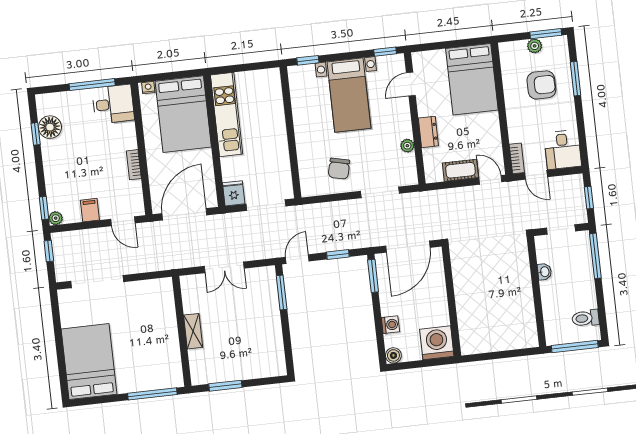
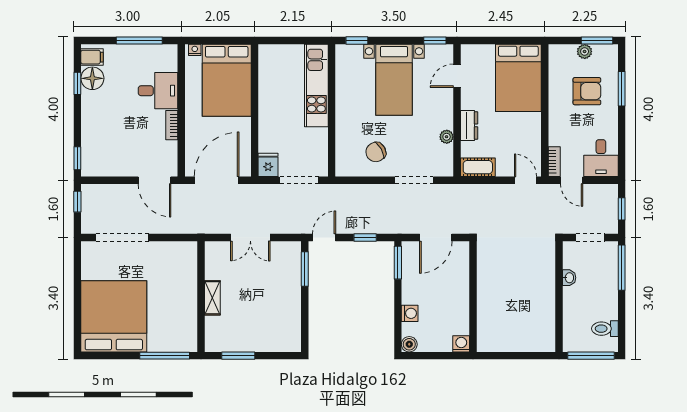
desk: (113, 104) -> (158, 91), moved
kitchen unit: (227, 115) -> (316, 85), moved, turned 180
chair: (339, 169) -> (376, 152), turned 48
cot: (460, 170) -> (478, 167), moved
filing cabinet: (90, 210) -> (92, 57), moved, turned 90
plant: (56, 218) -> (88, 170), removed
door: (123, 221) -> (154, 180), width x1.38
door: (408, 247) -> (436, 237), width x0.73
washing machine: (437, 343) -> (461, 344), width x0.53, depth x0.53
bed: (89, 362) -> (114, 316), width x1.36

